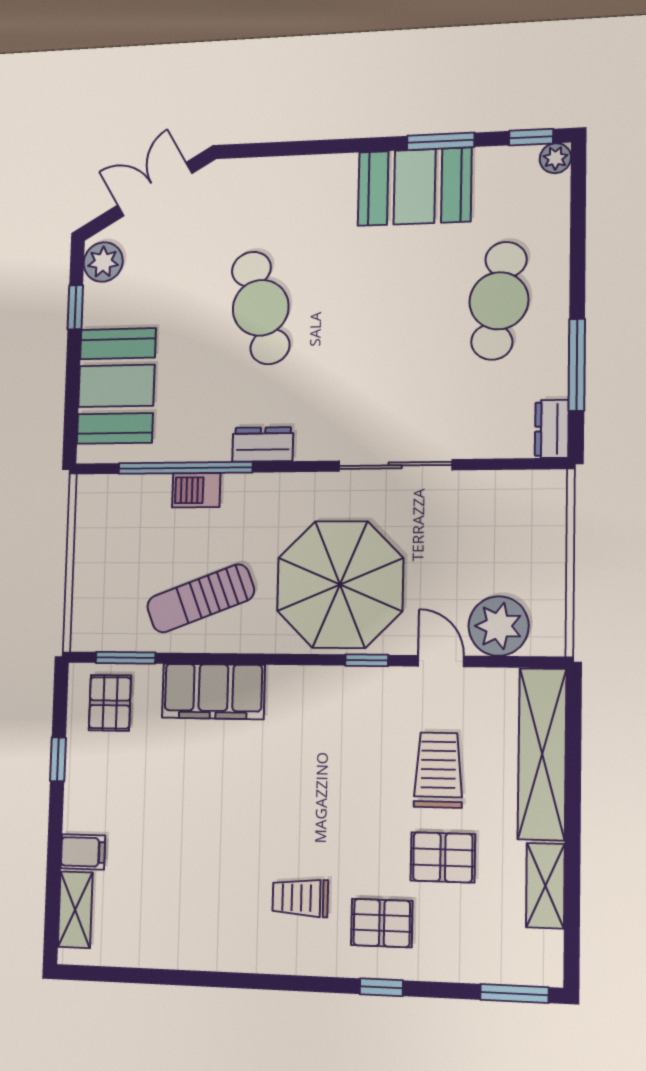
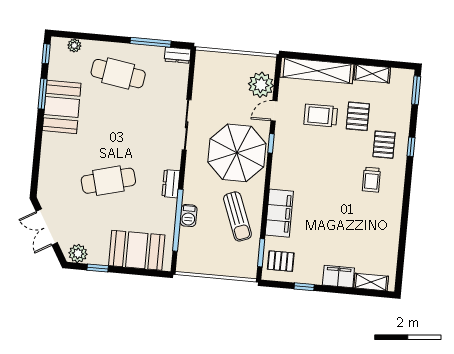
plant: (555, 158) -> (74, 45), moved
filing cabinet: (83, 852) -> (338, 276), width x2.00

